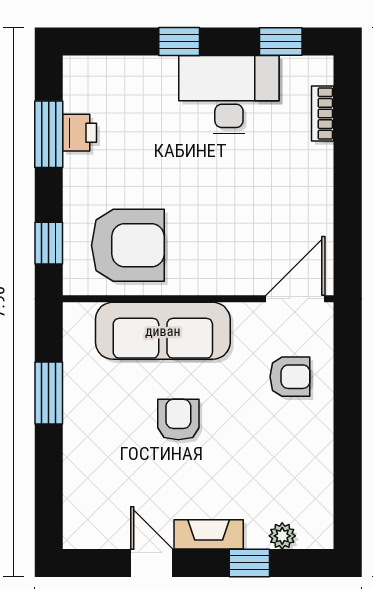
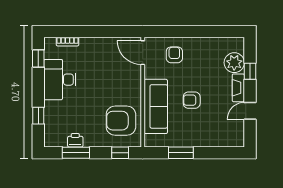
window: (179, 42) -> (38, 116), moved
armchair: (128, 245) -> (121, 121), turned -90
plant: (282, 536) -> (234, 63), width x1.88, depth x1.88

